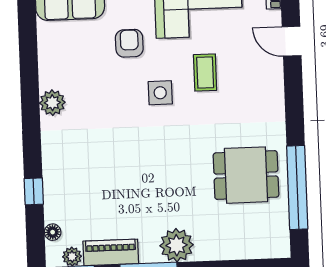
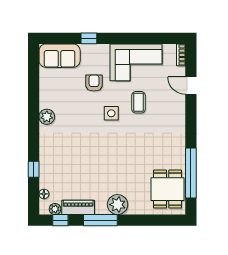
dining table: (246, 175) -> (168, 189), moved, turned 90

